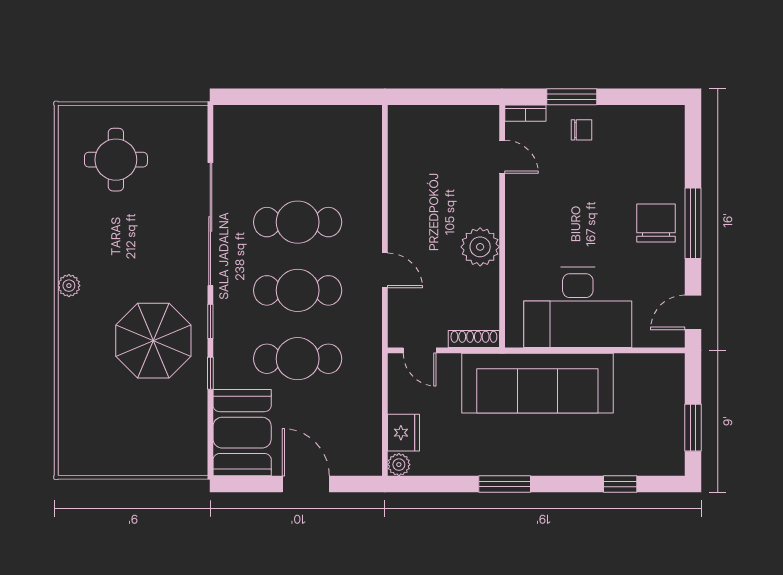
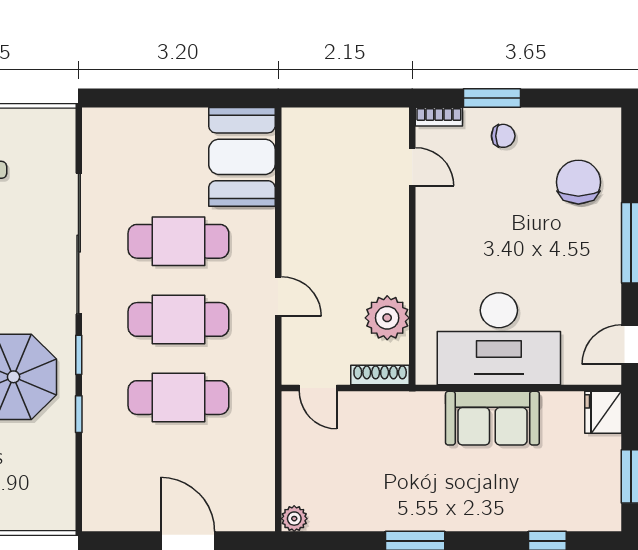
chair: (656, 223) -> (578, 182), moved
plant: (480, 247) -> (387, 318), moved
sofa: (537, 383) -> (492, 418), width x0.54, depth x0.79
booth: (242, 433) -> (242, 157), moved
fridge: (403, 433) -> (603, 412), moved, turned 180

